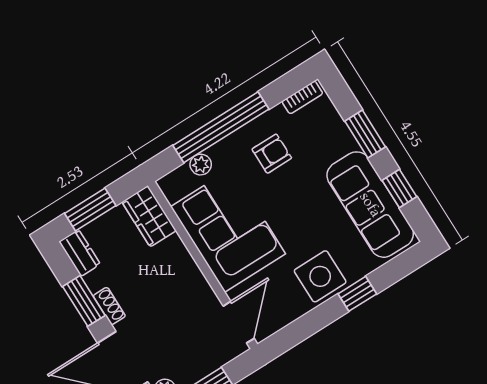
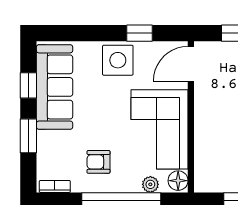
floor lamp: (173, 187) -> (178, 181), added
wardrobe: (149, 216) -> (206, 172), removed
window: (357, 294) -> (139, 33), moved

